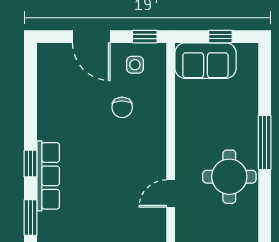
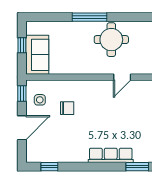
window: (31, 164) -> (49, 167), moved
door: (171, 194) -> (122, 77), hinge flipped

